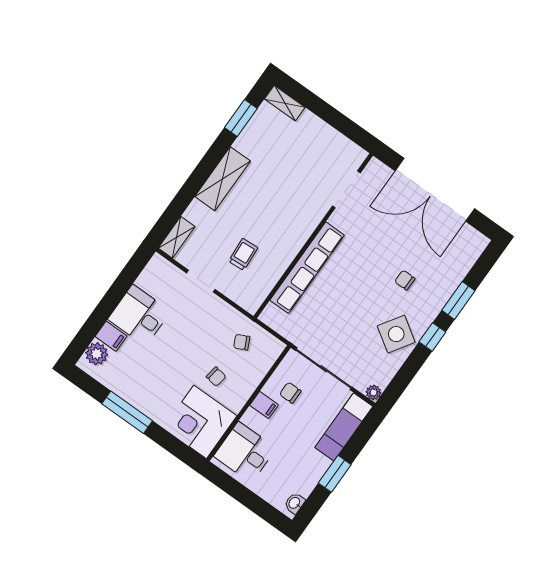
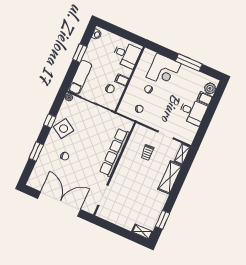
shelving: (223, 179) -> (170, 178), moved
window: (432, 337) -> (50, 121), moved
corner desk: (200, 422) -> (164, 70), moved, turned 90

